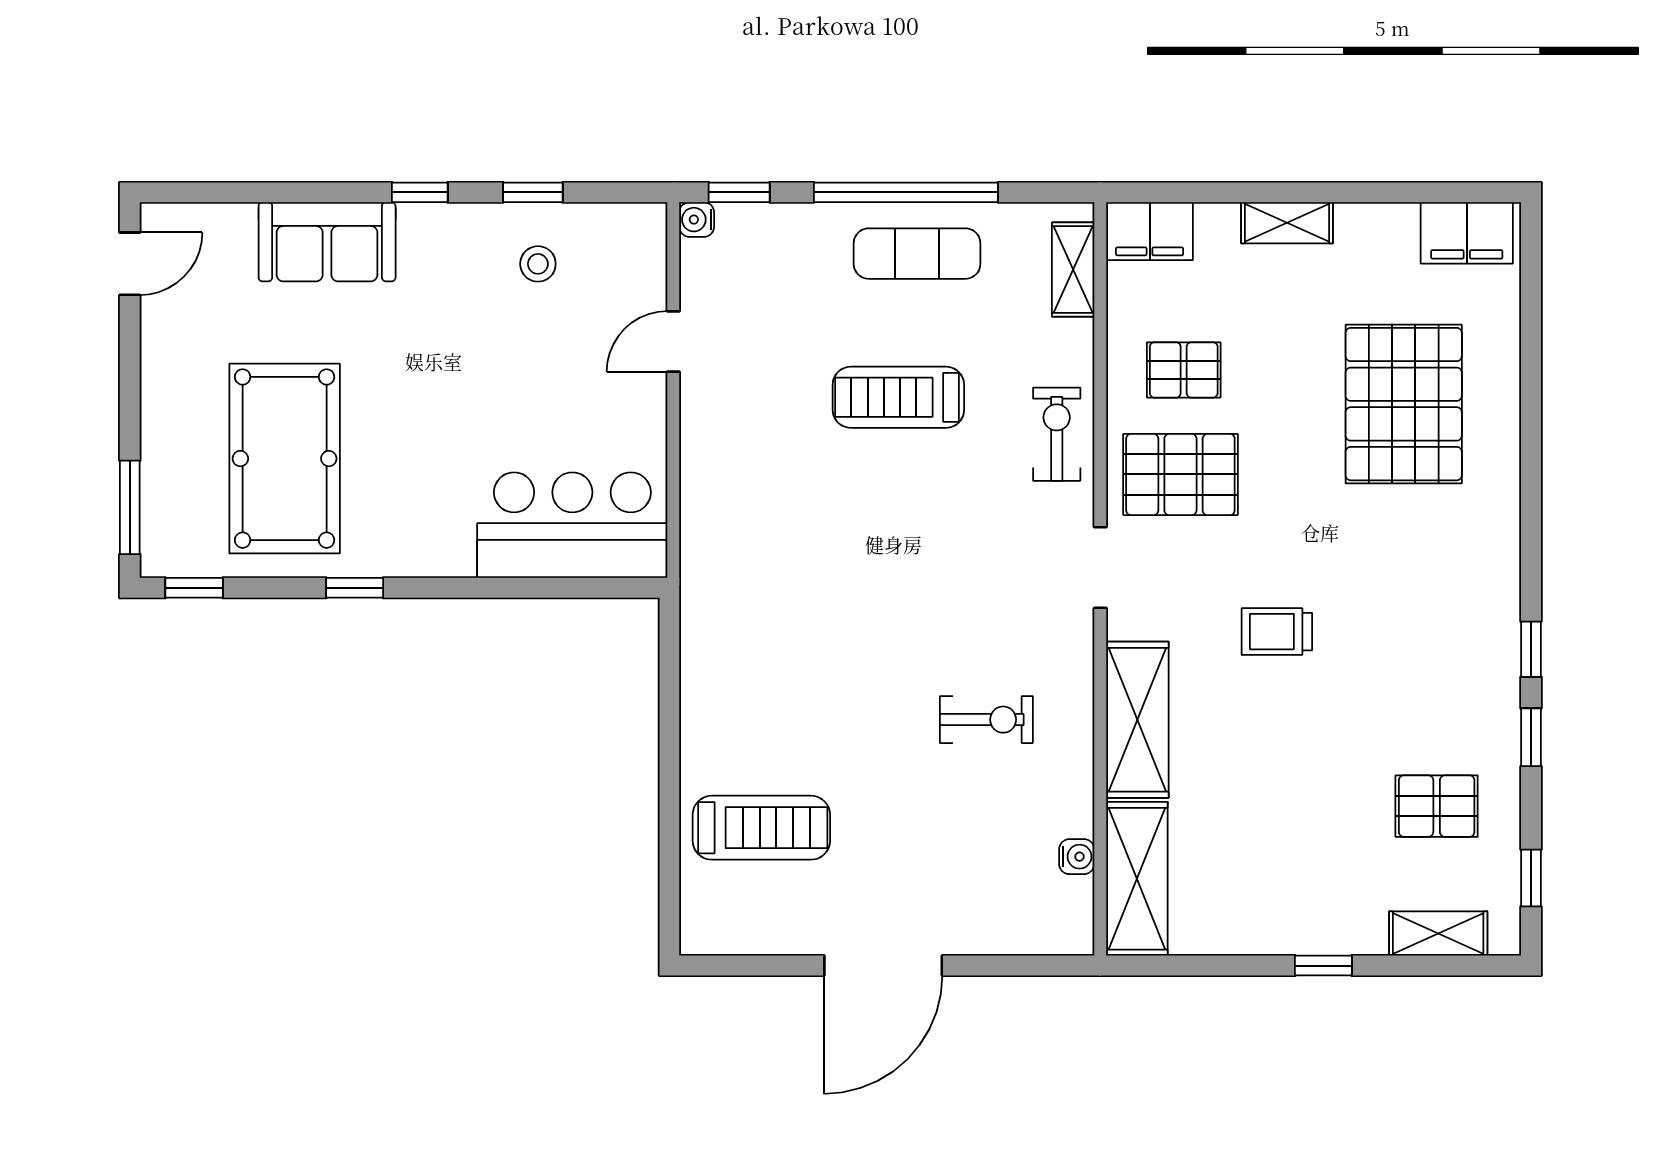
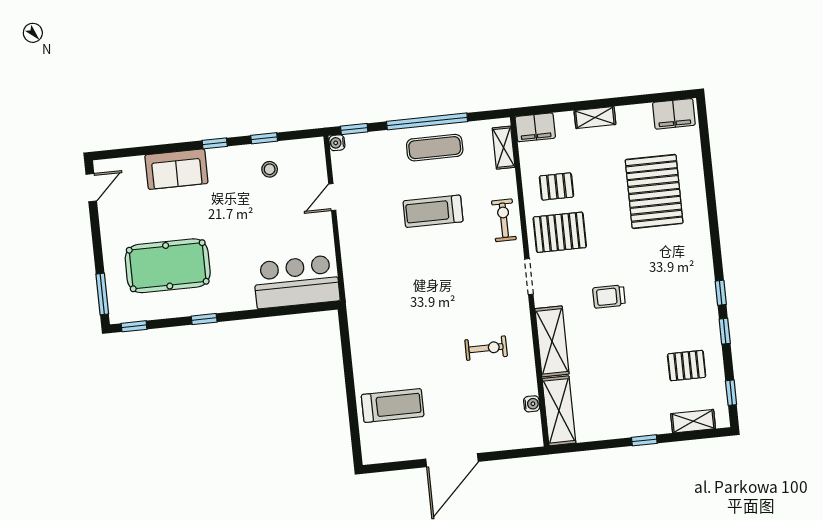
pool table: (285, 459) -> (168, 266), turned 90

